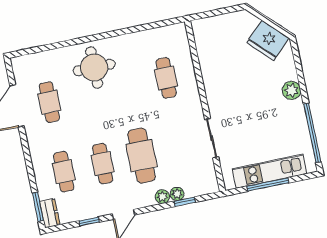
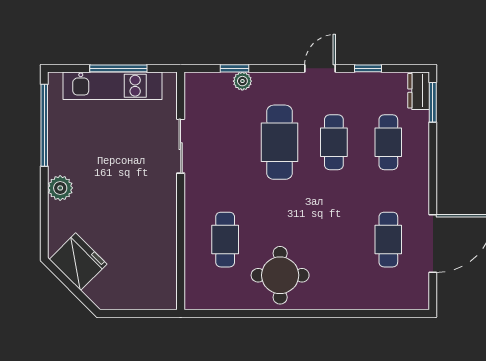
round table: (94, 67) -> (280, 275), moved
plant: (162, 197) -> (263, 81), removed

